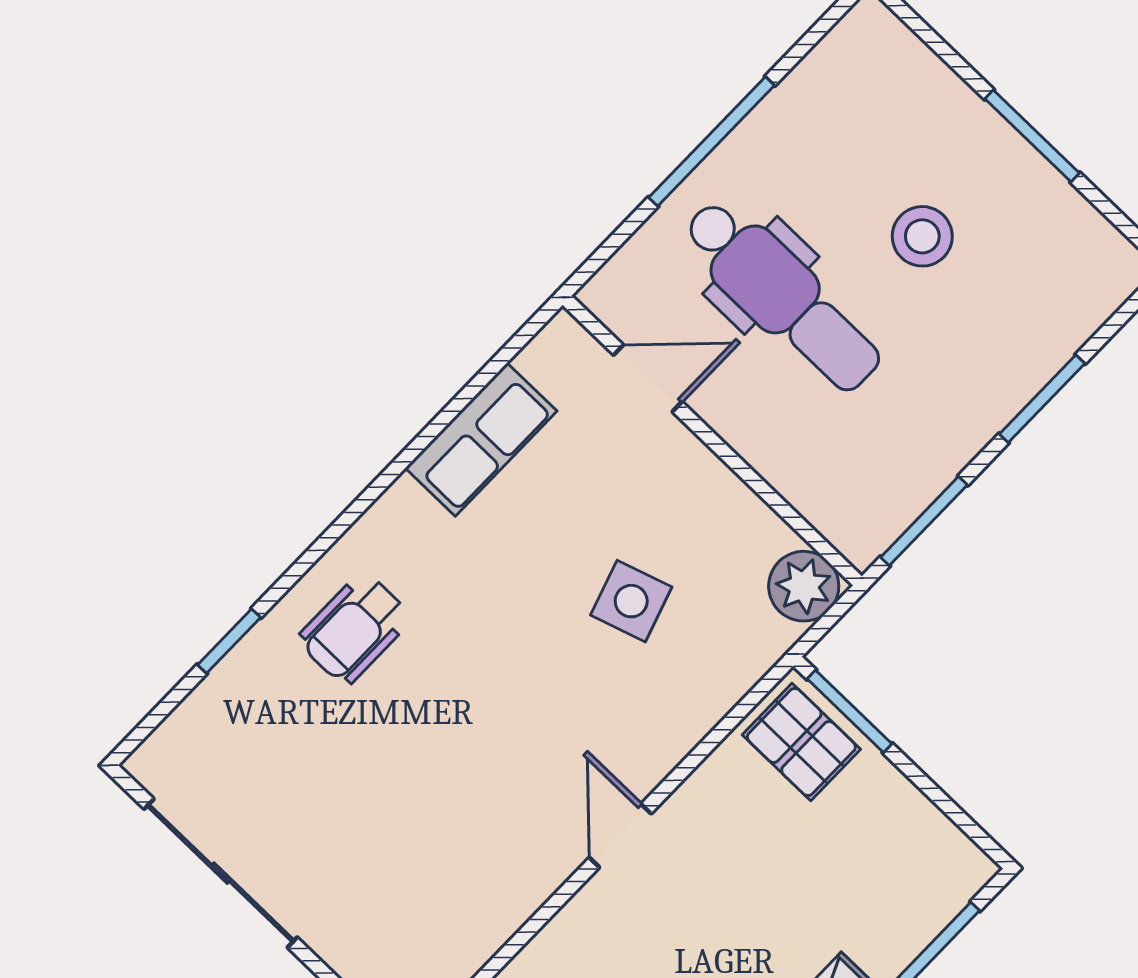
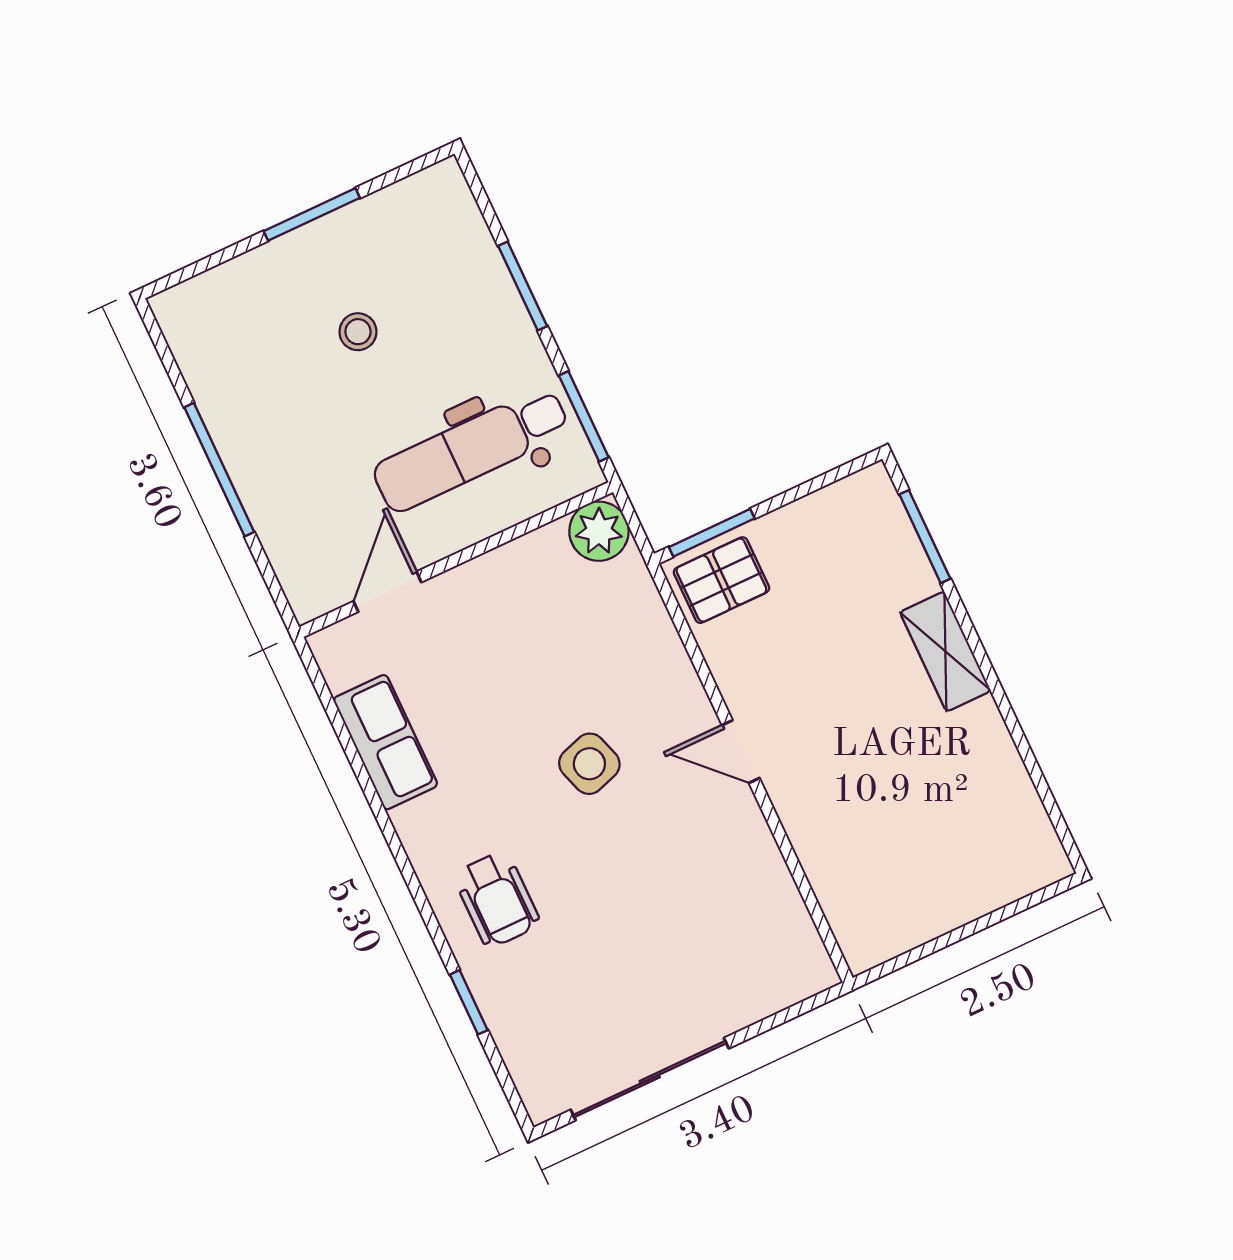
stool: (922, 236) -> (358, 332), width x0.73, depth x0.73
dental chair: (782, 296) -> (471, 450), moved, turned 180
side table: (631, 601) -> (589, 764), moved

